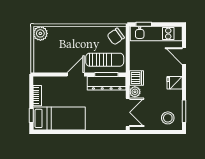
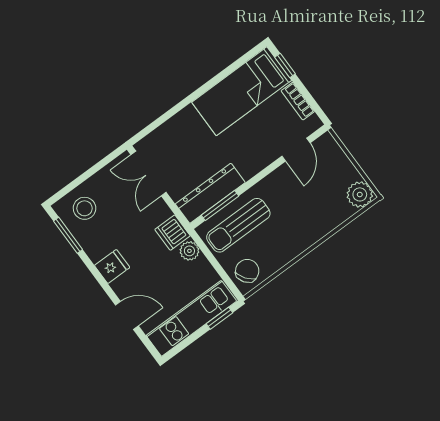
door: (76, 74) -> (296, 150), moved
plant: (135, 92) -> (189, 251), moved

